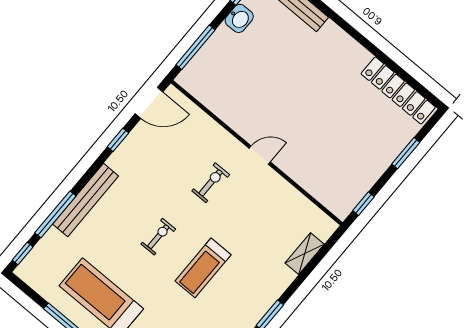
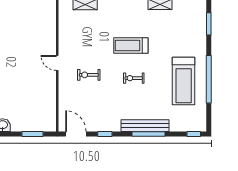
window: (196, 47) -> (32, 134), width x0.69
window: (55, 214) -> (149, 134), moved
treadmill: (203, 268) -> (131, 46), turned 180

